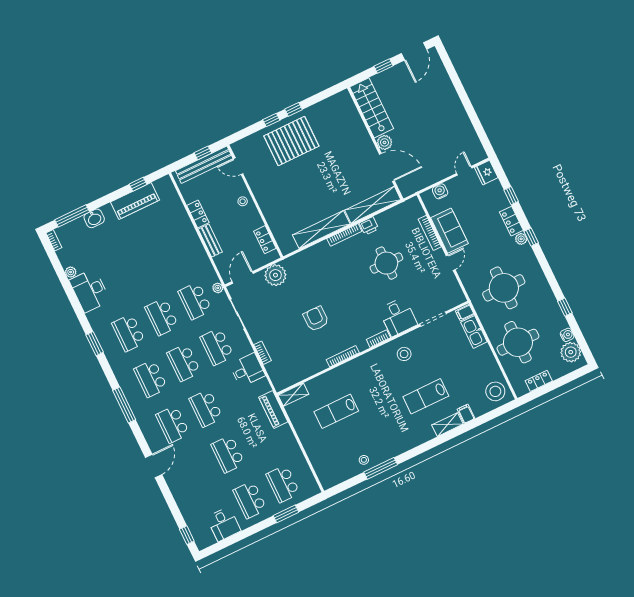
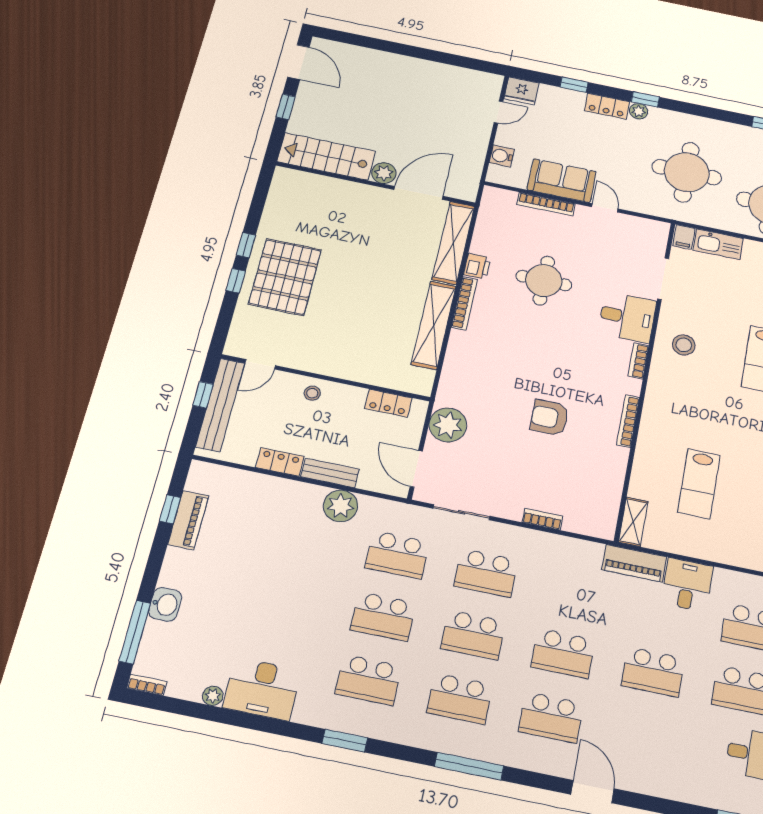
door: (464, 171) -> (498, 112), swing flipped
piano: (135, 201) -> (188, 520), width x0.73, depth x0.75
plant: (218, 288) -> (341, 506), moved, width x1.88, depth x1.88
desk: (247, 370) -> (687, 585), moved

